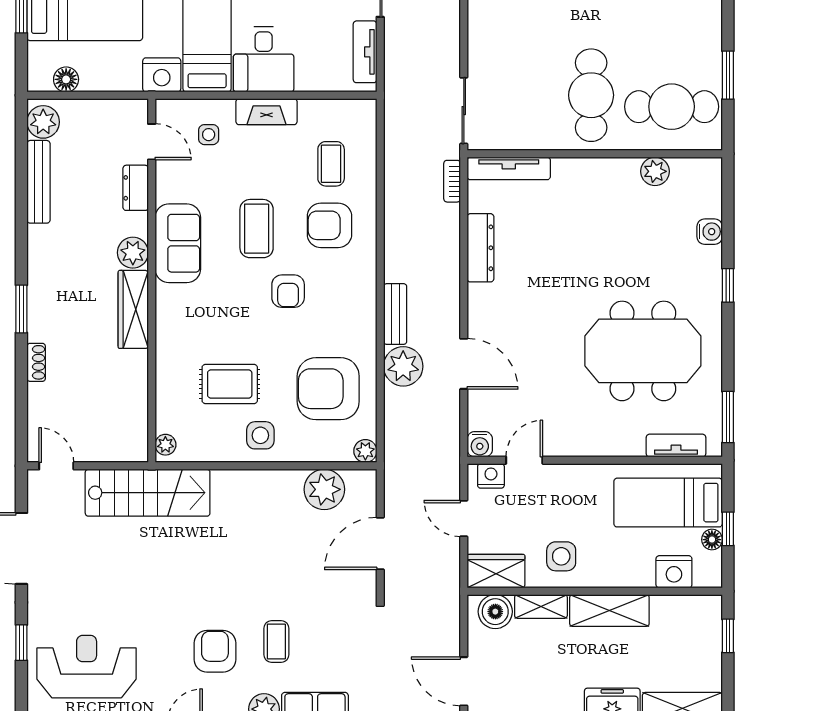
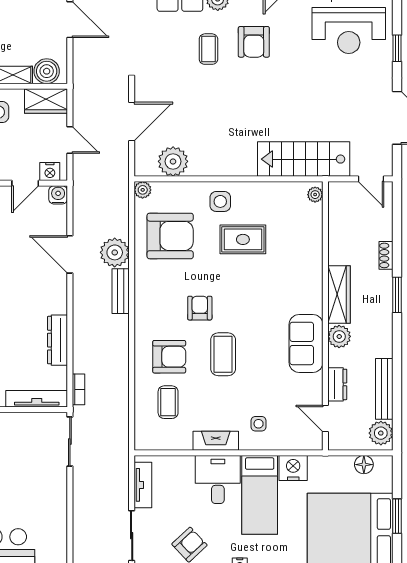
door: (152, 142) -> (325, 418), moved
dresser: (136, 188) -> (337, 384), moved
sofa: (178, 243) -> (306, 343), moved
plant: (133, 253) -> (339, 336), moved
wall: (152, 281) -> (325, 316), moved
wardrobe: (133, 309) -> (339, 295), moved
plant: (165, 445) -> (315, 195), moved

